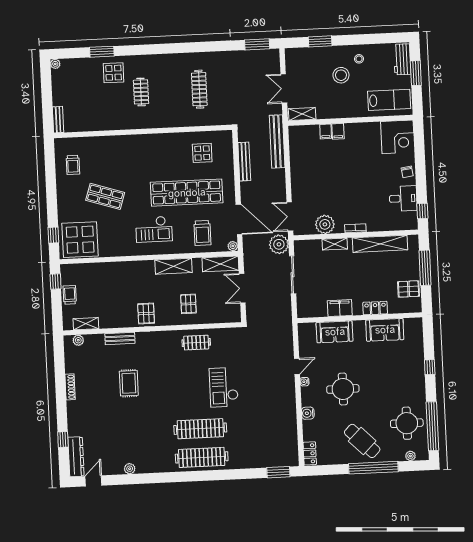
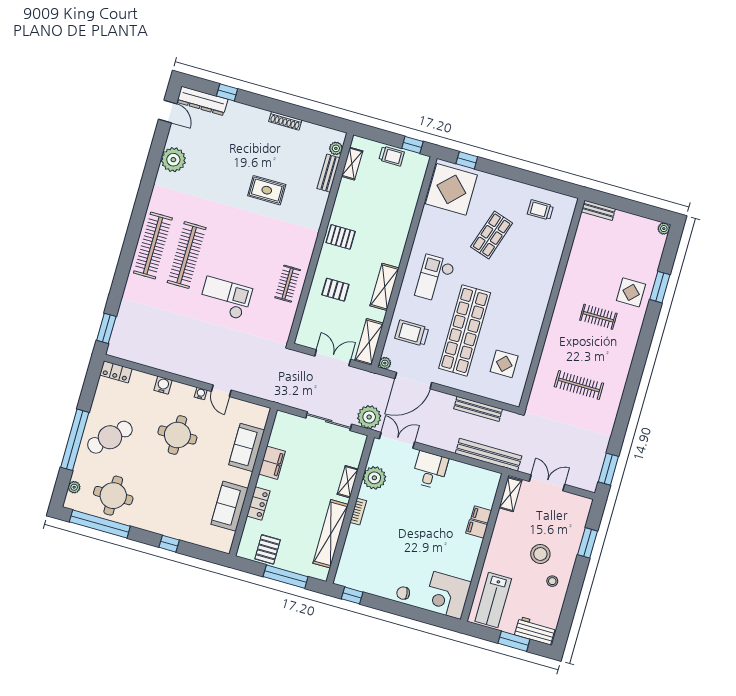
desk: (403, 198) -> (430, 470), moved, turned 180
bench: (120, 339) -> (329, 173), moved
plant: (130, 469) -> (173, 160), width x1.87, depth x1.87

